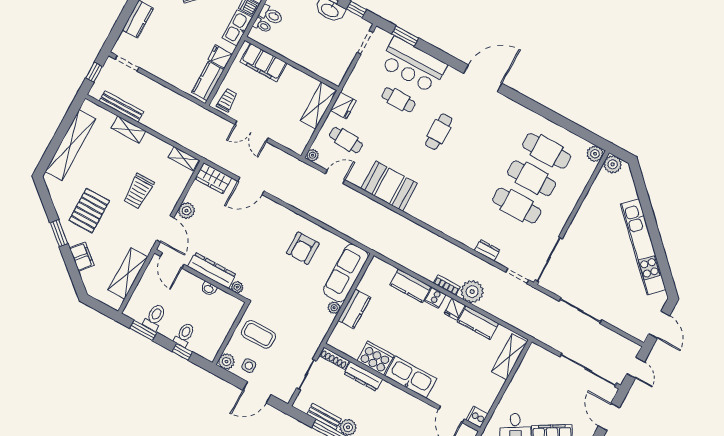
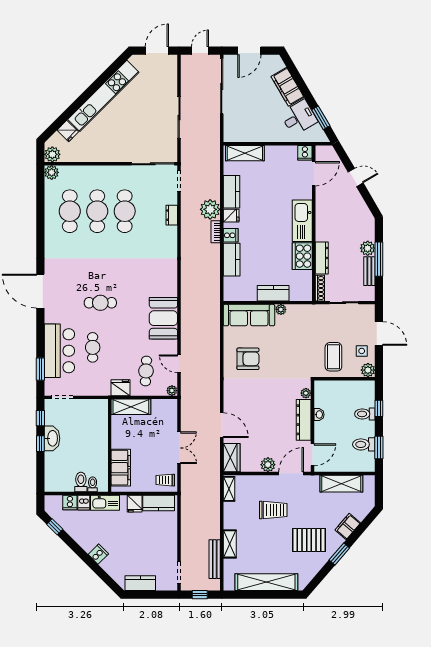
fridge: (627, 192) -> (68, 131), added

